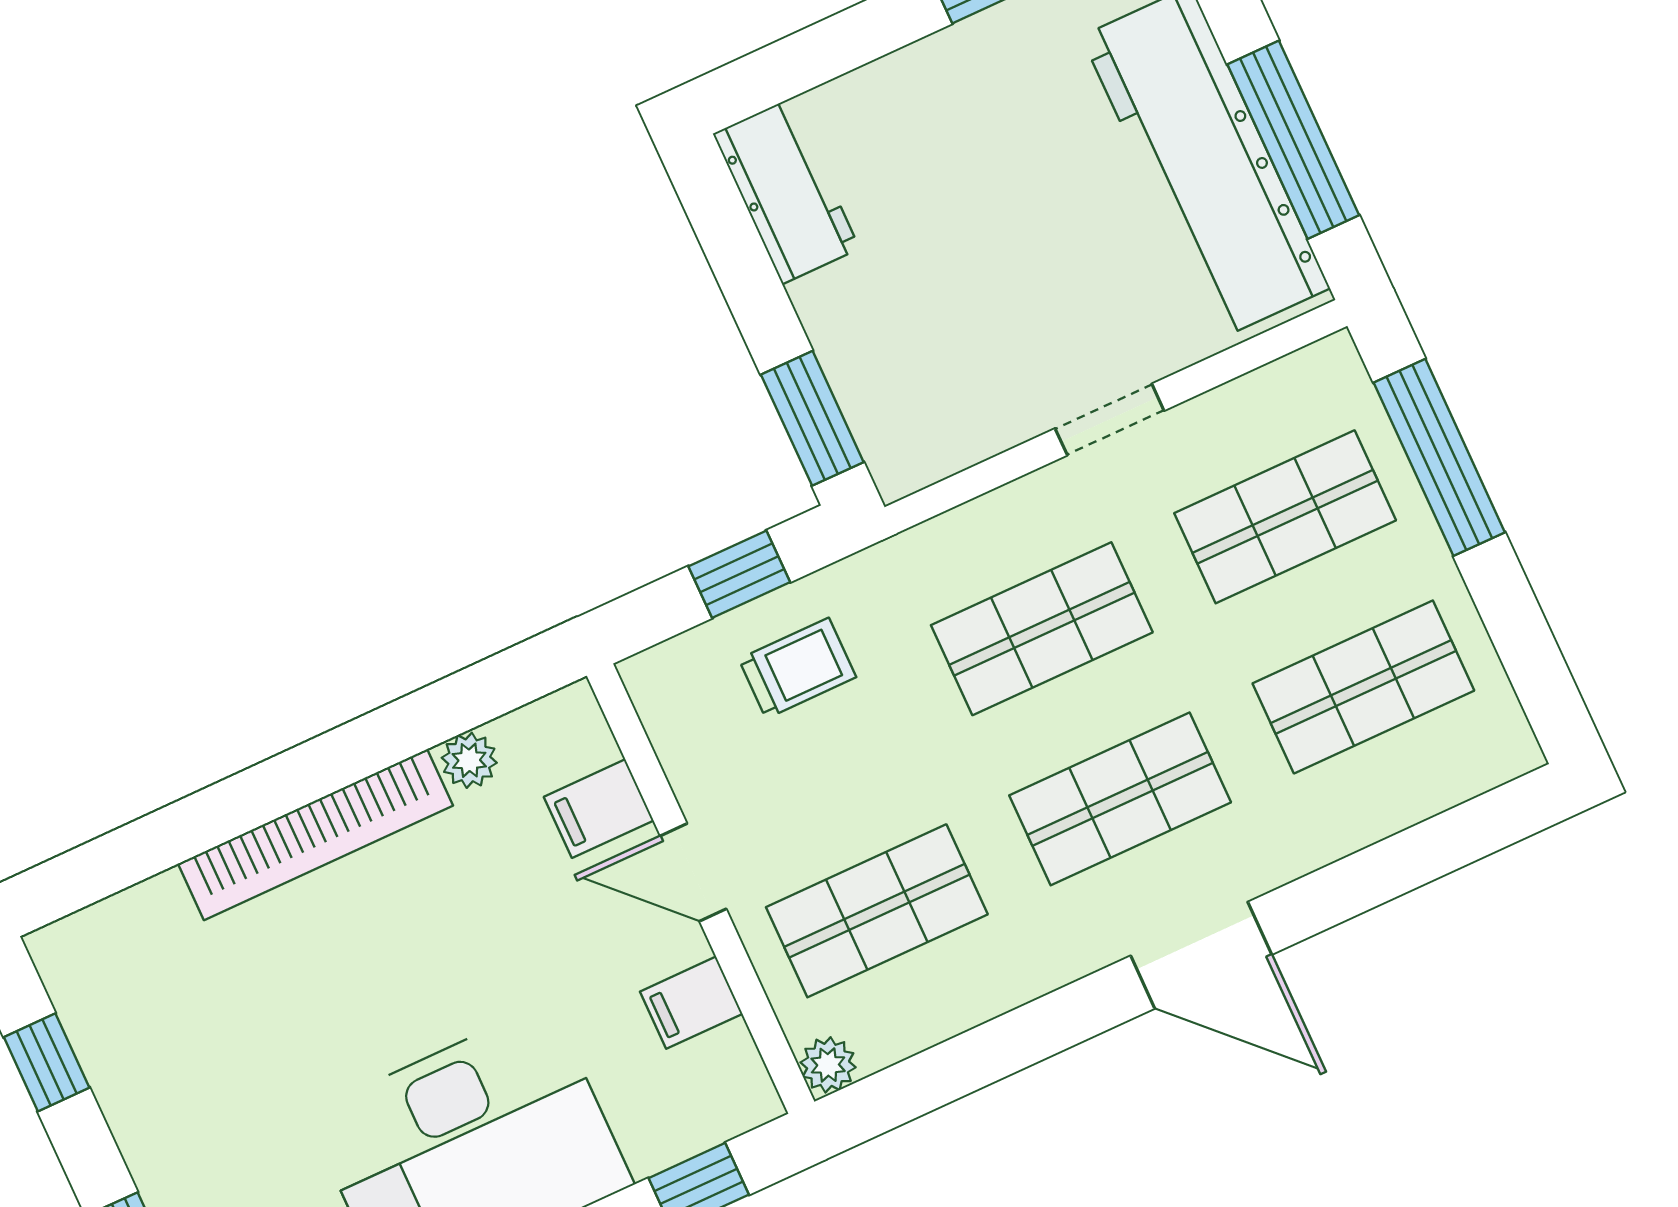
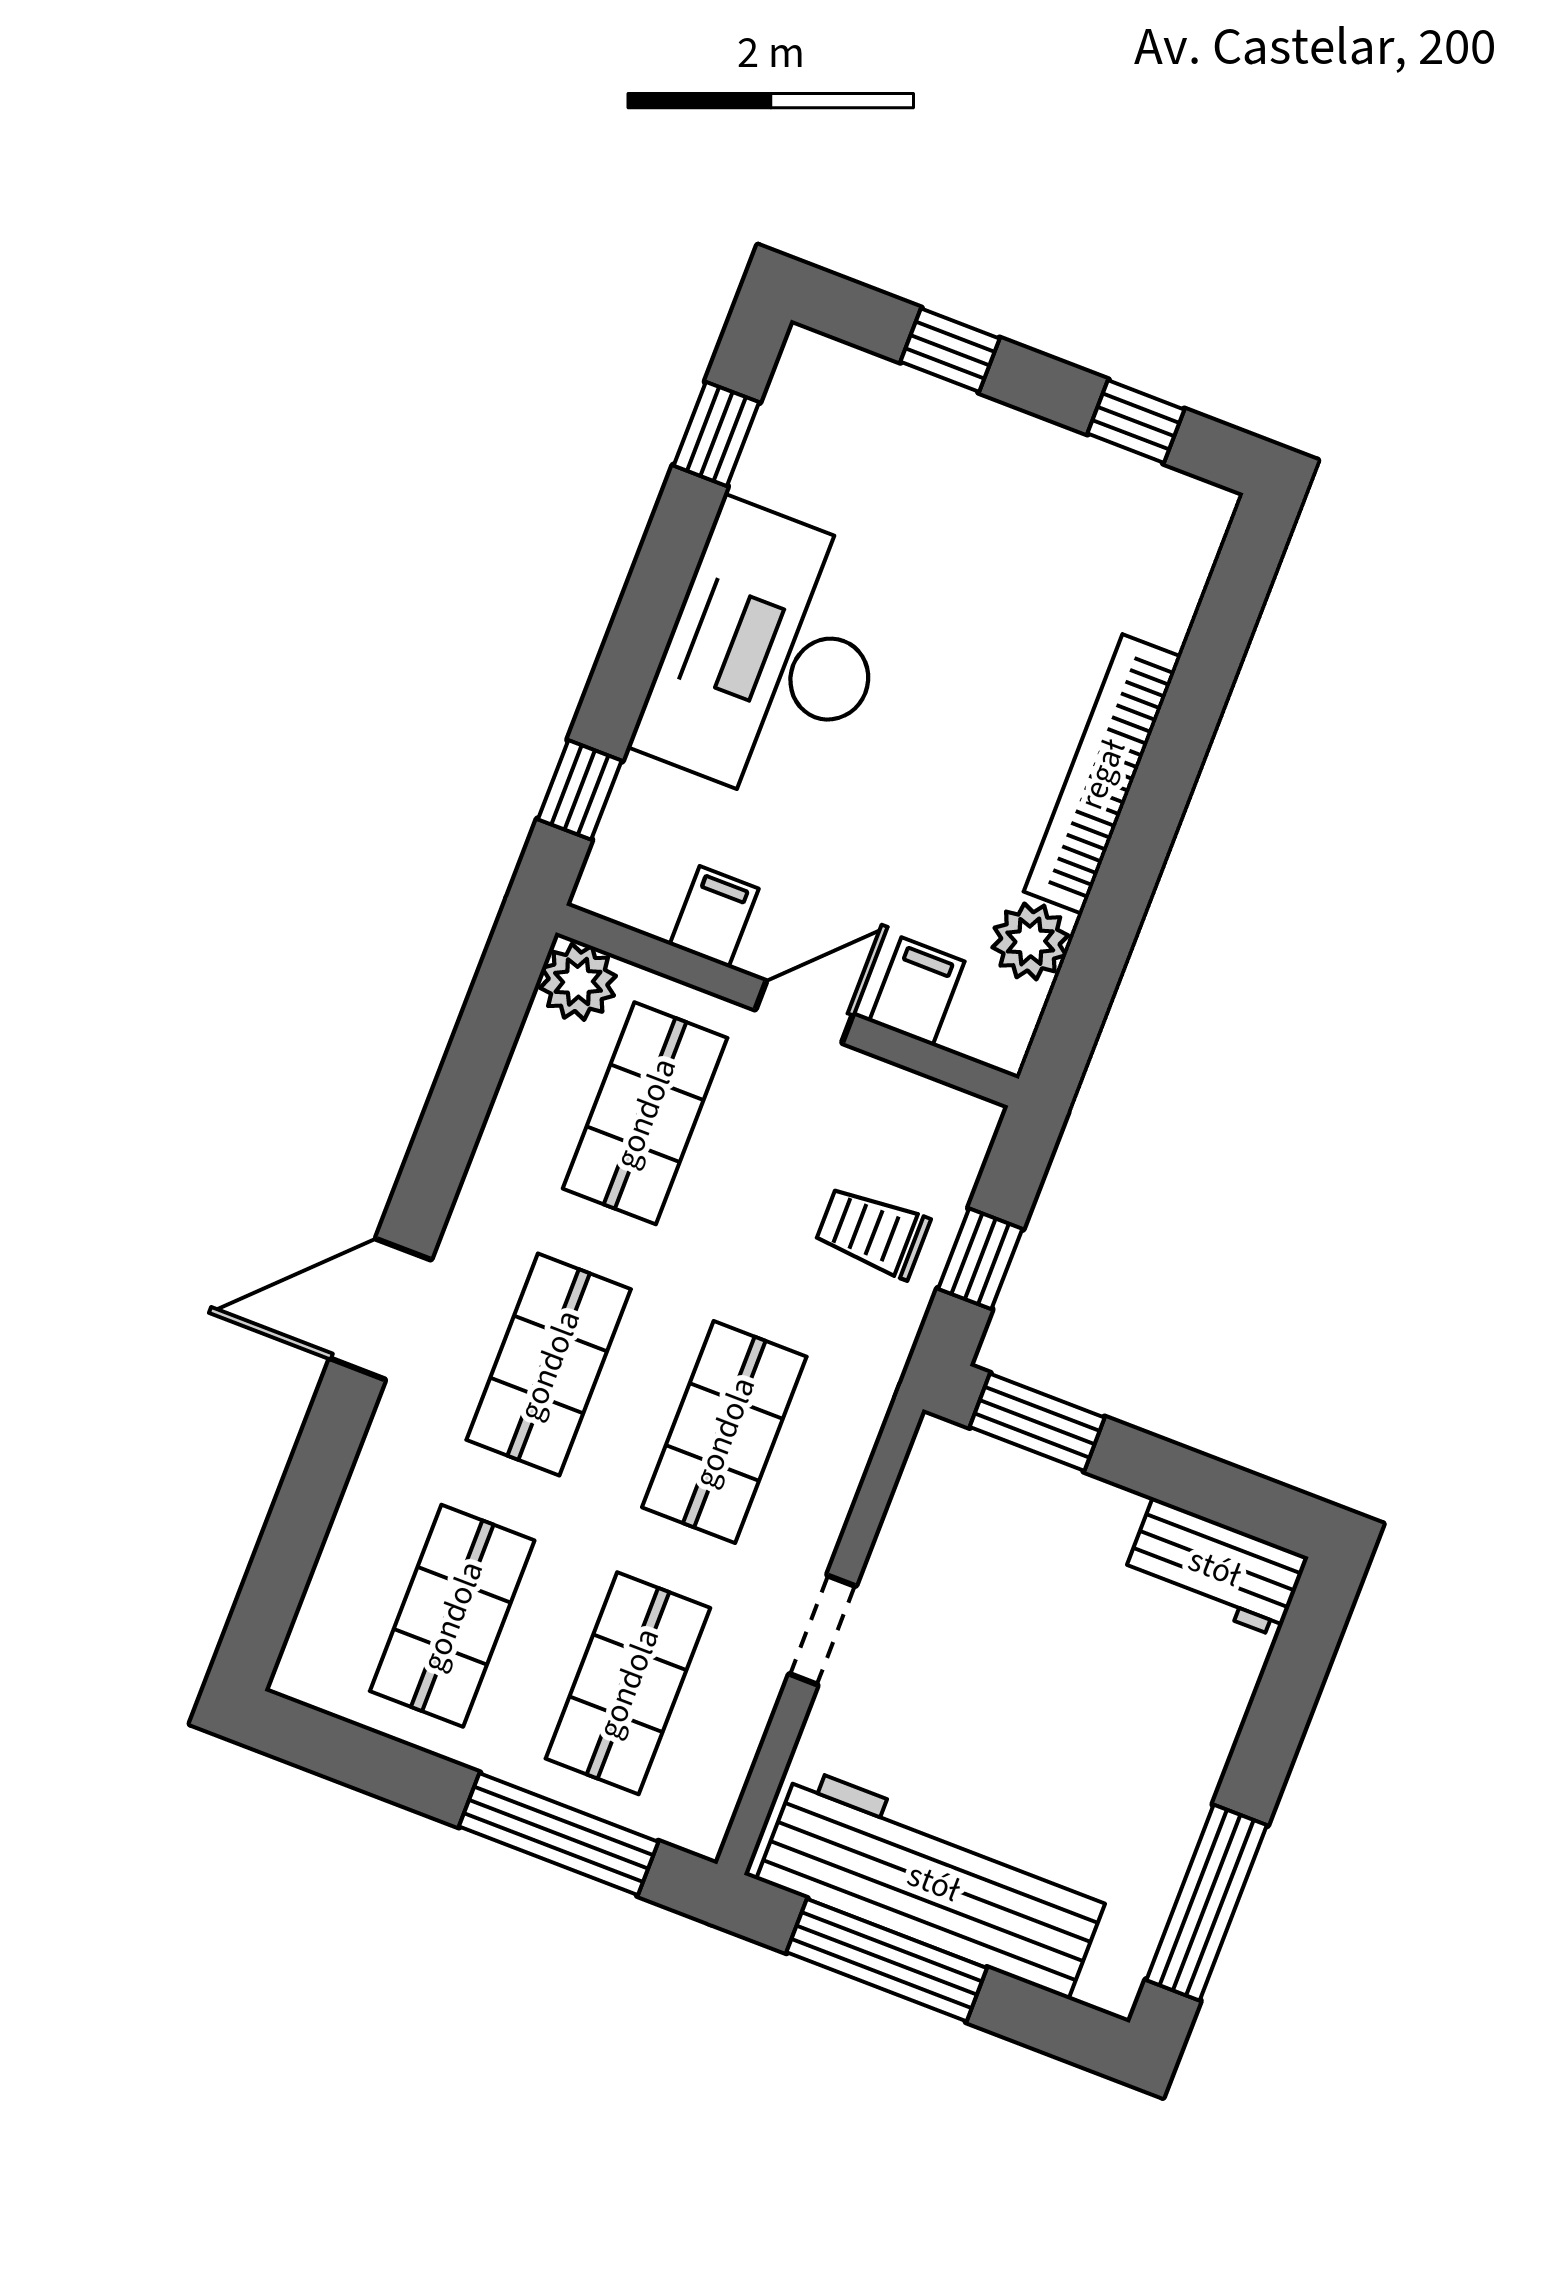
trolley: (797, 668) -> (872, 1232), turned 90
plant: (469, 760) -> (1030, 941), width x1.38, depth x1.38
plant: (828, 1065) -> (578, 982), width x1.38, depth x1.38

